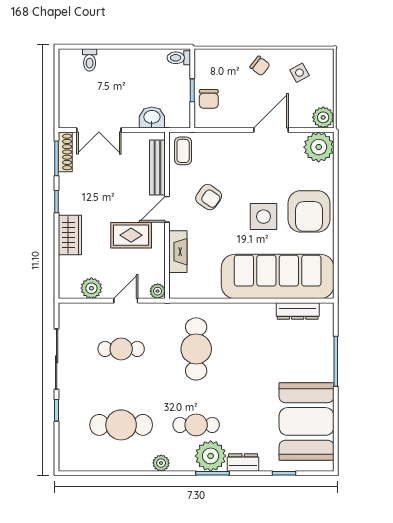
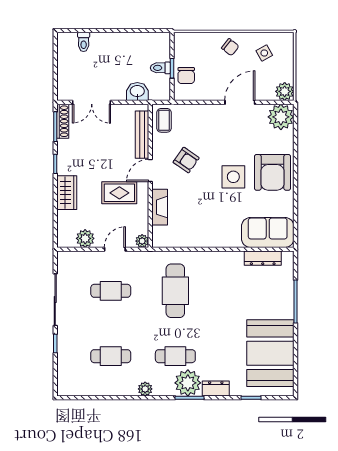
toilet: (179, 58) -> (160, 68), moved
sofa: (278, 276) -> (268, 232), width x0.54, depth x0.79
cafe table: (121, 425) -> (111, 356), width x0.73, depth x0.74

